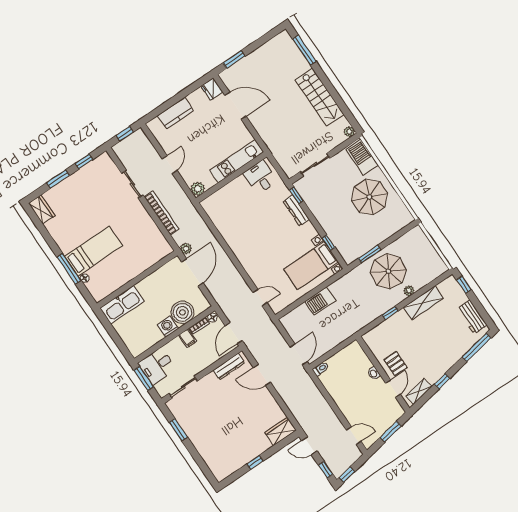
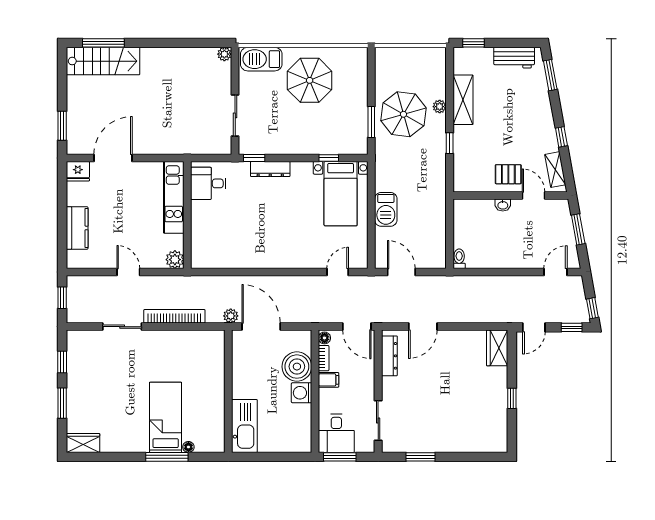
stairs: (320, 97) -> (103, 61), moved
window: (477, 347) -> (550, 75), width x0.69
door: (299, 354) -> (401, 272), moved

